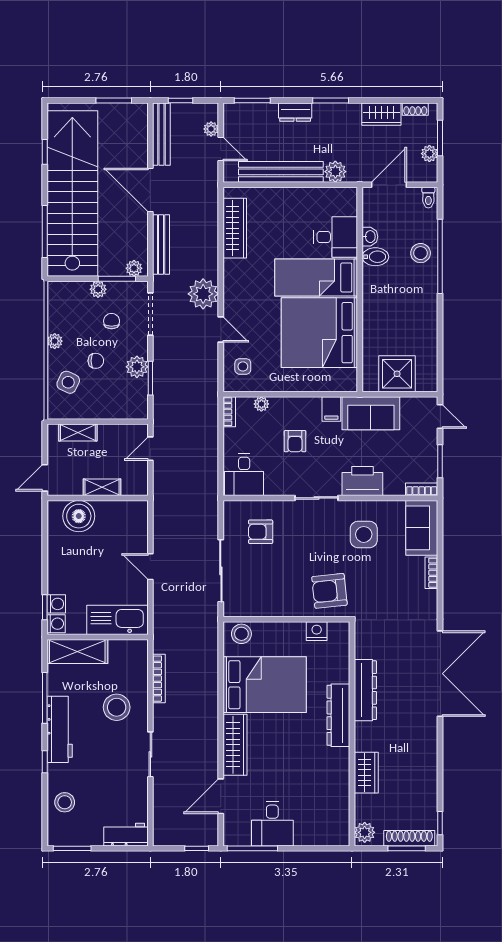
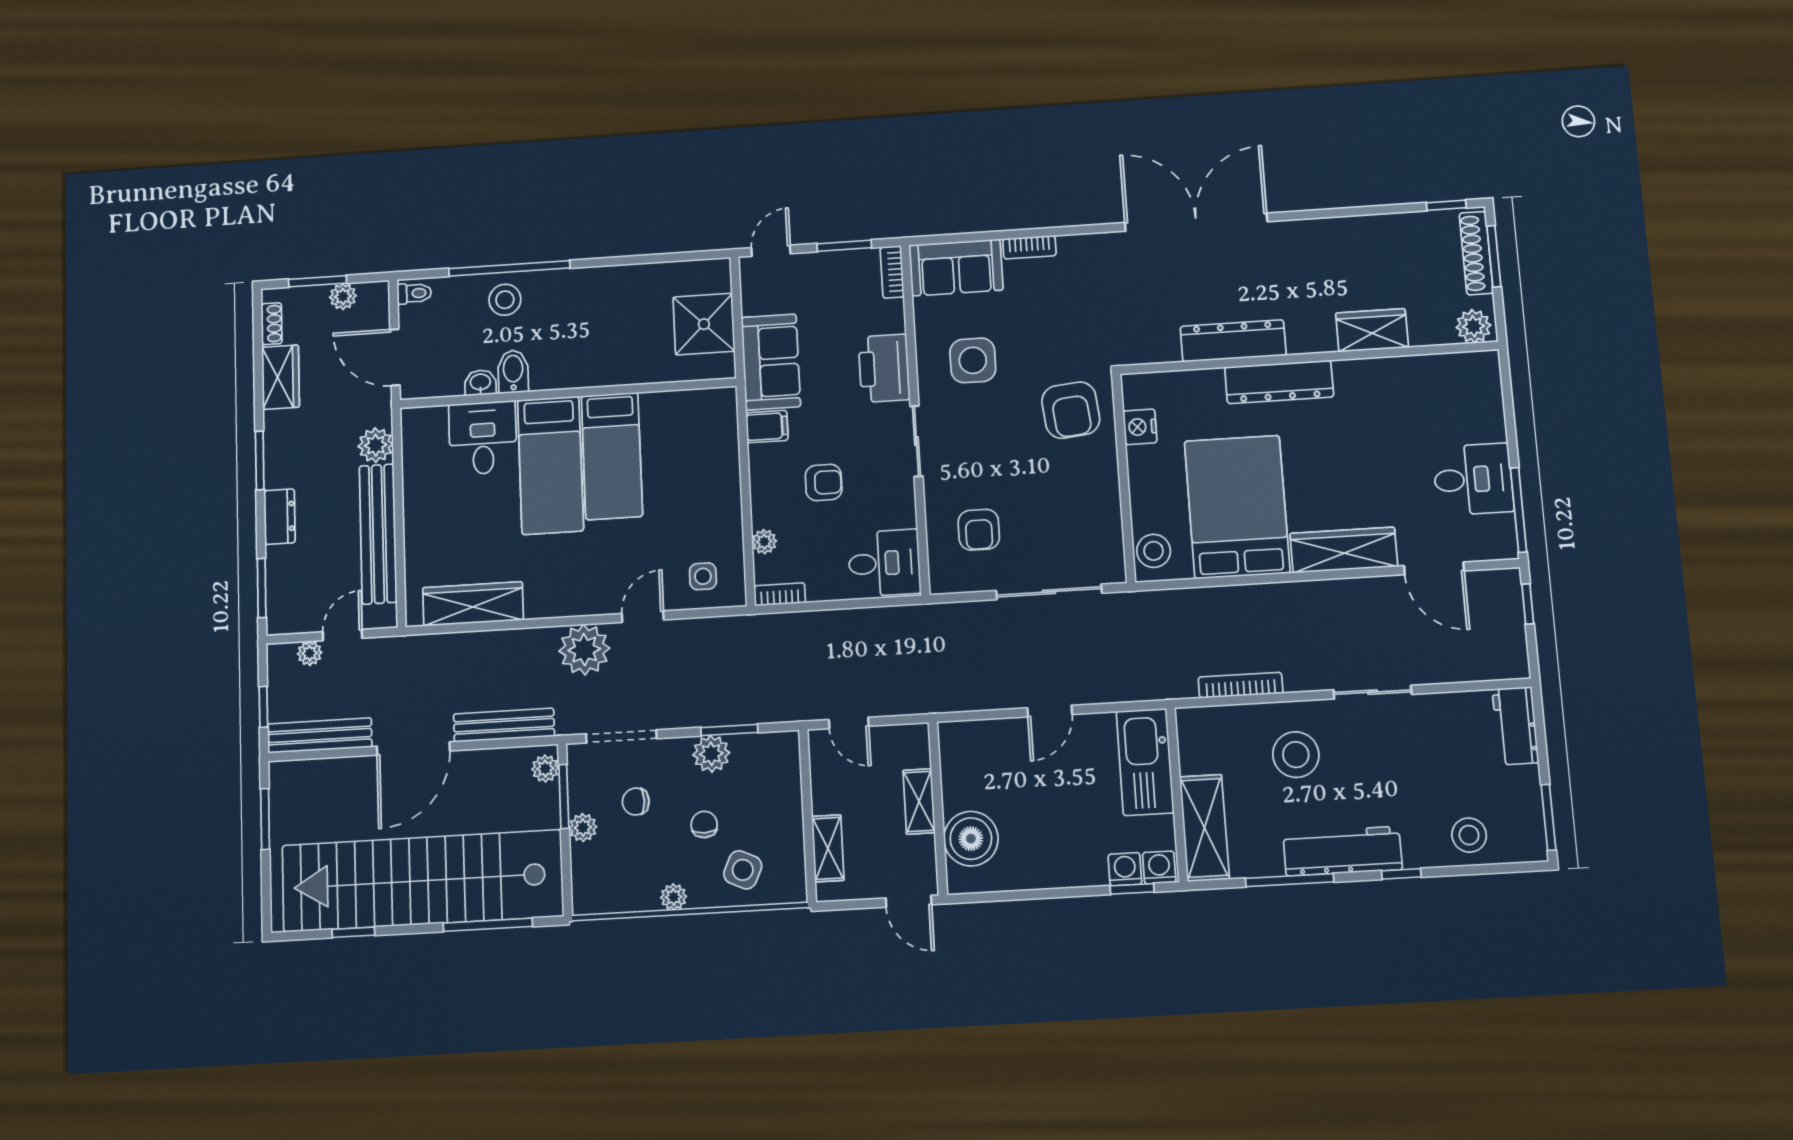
bed: (319, 333) -> (612, 456), width x0.49

